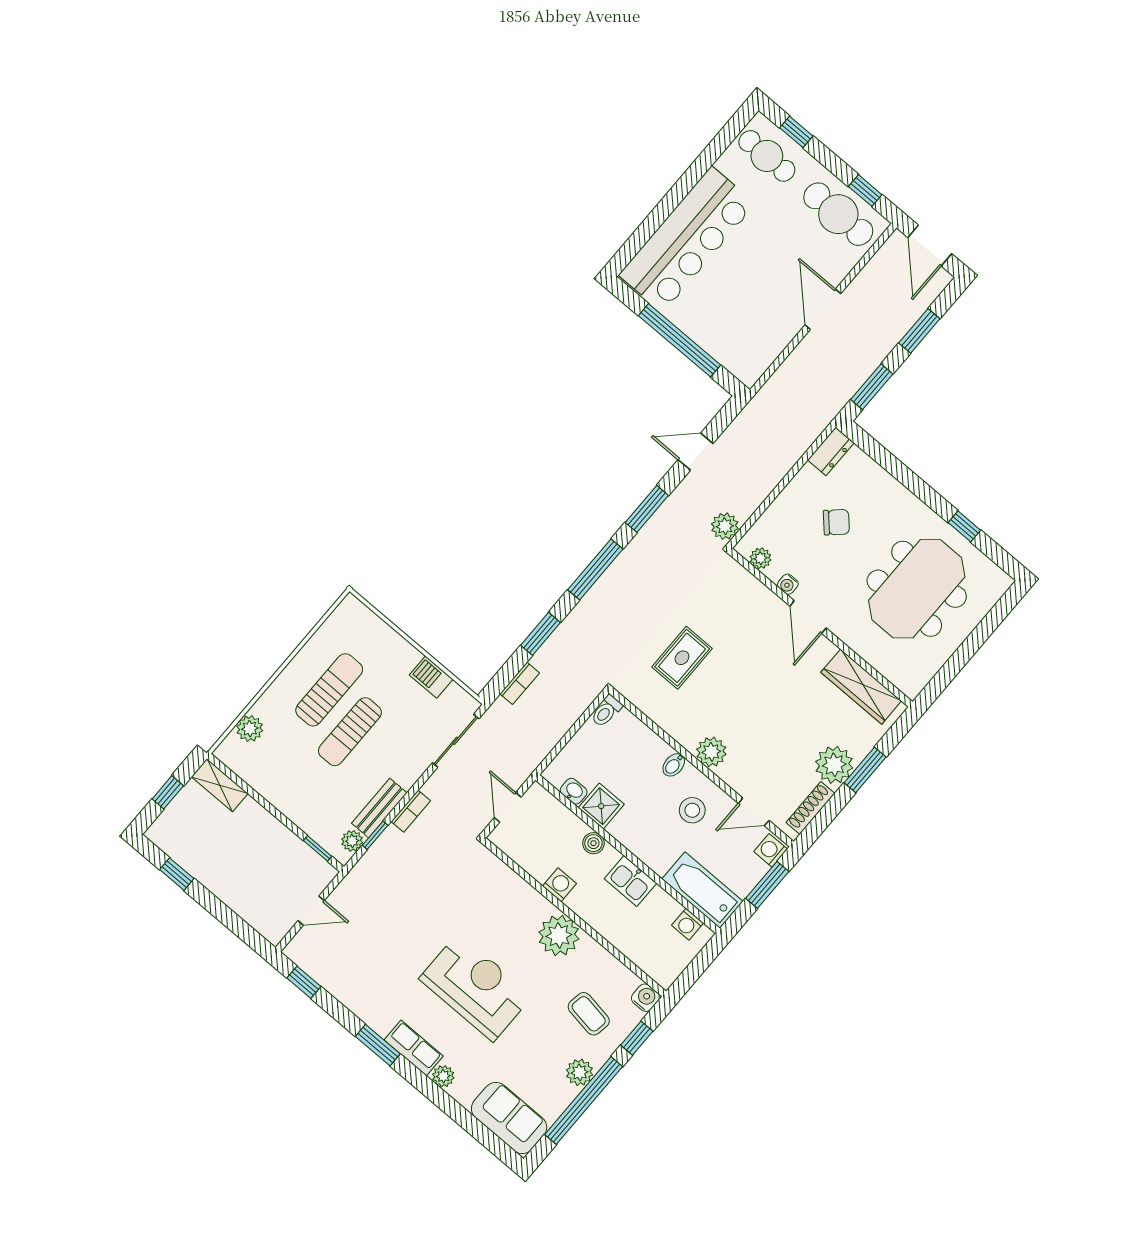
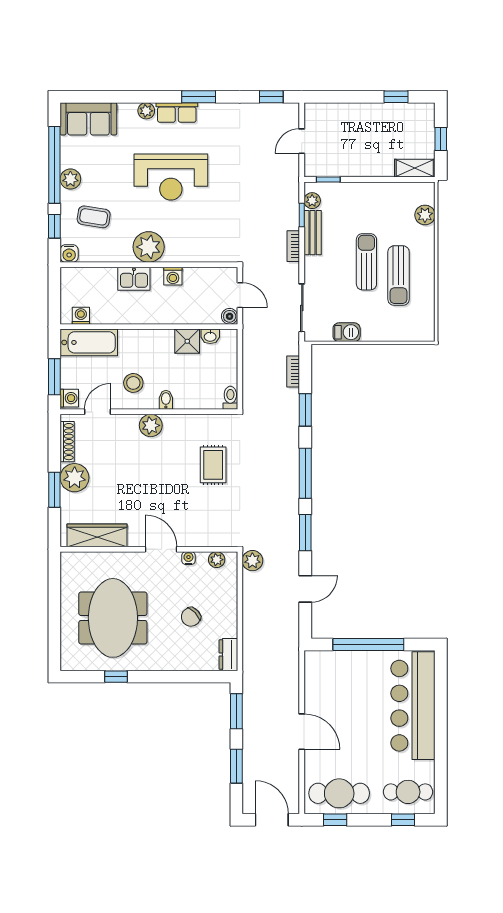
boiler: (593, 843) -> (230, 316), moved
kitchen sink: (630, 881) -> (134, 279), moved, turned 180

